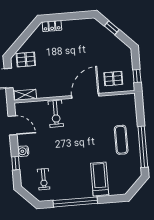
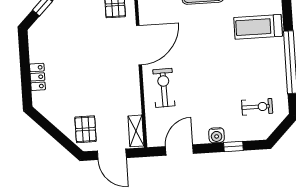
locker: (52, 26) -> (37, 77), moved
door: (85, 96) -> (139, 45), swing flipped
exercise bike: (56, 114) -> (164, 88), turned -91

